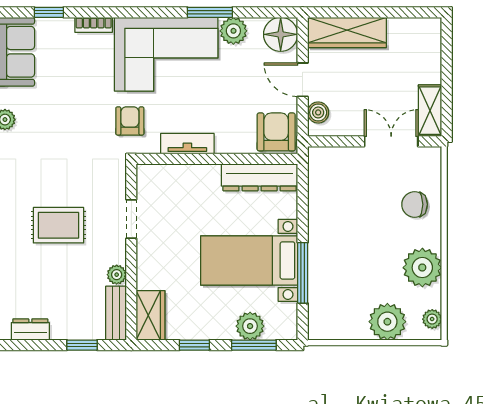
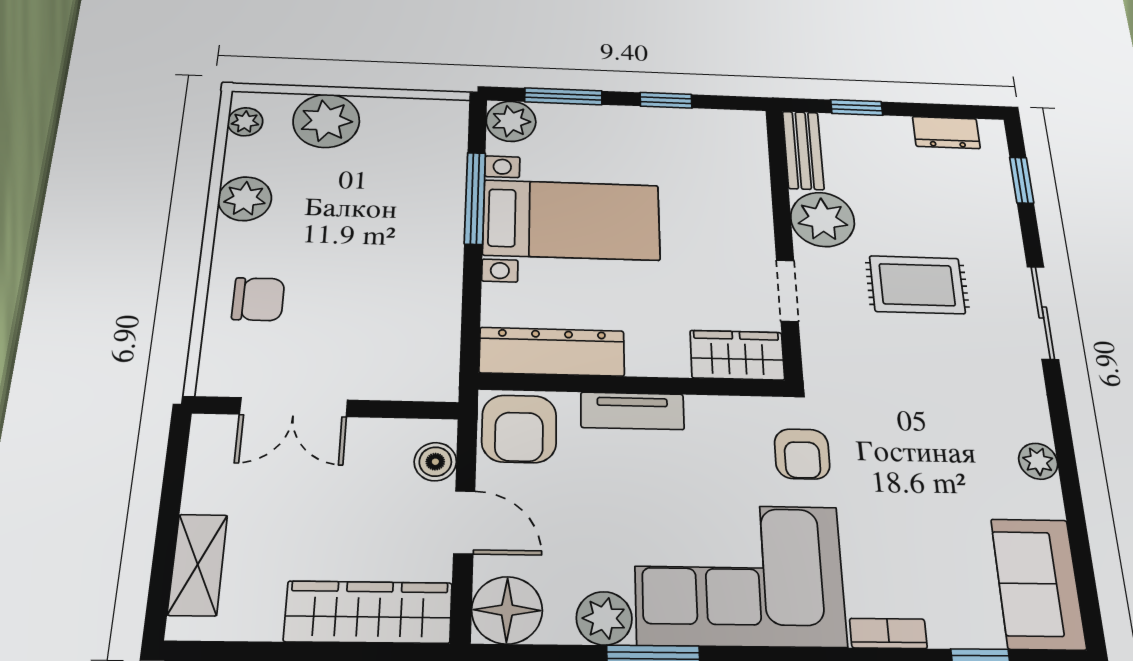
shelving: (430, 111) -> (198, 565), moved
tv unit: (187, 144) -> (632, 411), moved
plant: (422, 268) -> (245, 199), width x0.73, depth x0.73
plant: (117, 275) -> (823, 219), width x1.88, depth x1.88
wardrobe: (151, 315) -> (737, 355), moved, turned 90
plant: (250, 326) -> (511, 121), moved

